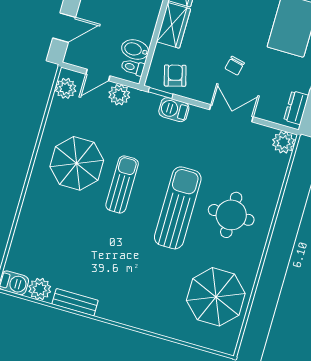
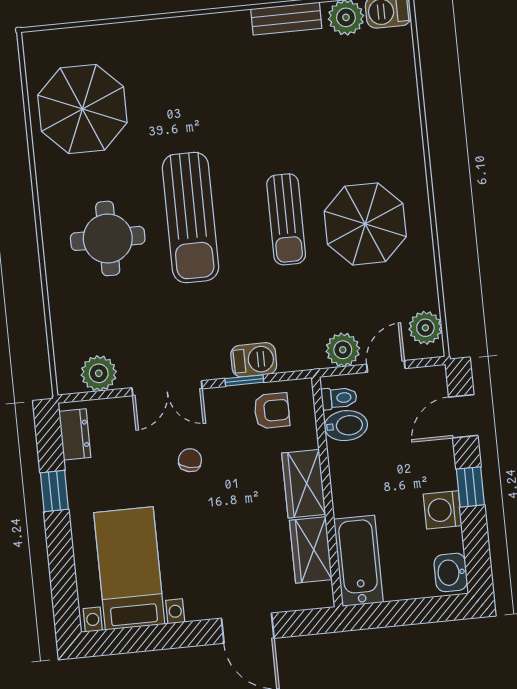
armchair: (175, 76) -> (272, 411), turned -75
window: (161, 93) -> (244, 380), moved
plant: (284, 142) -> (99, 373), moved

